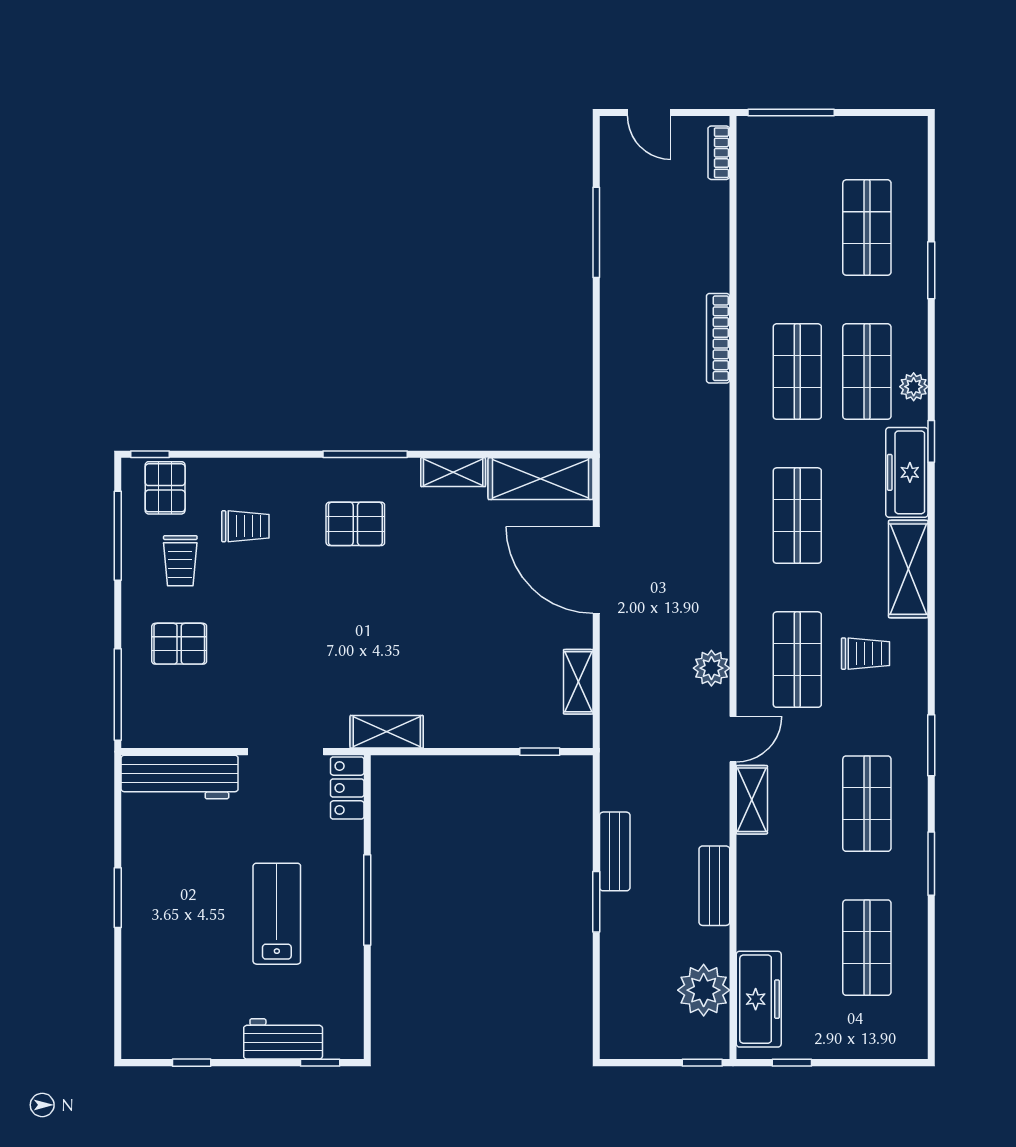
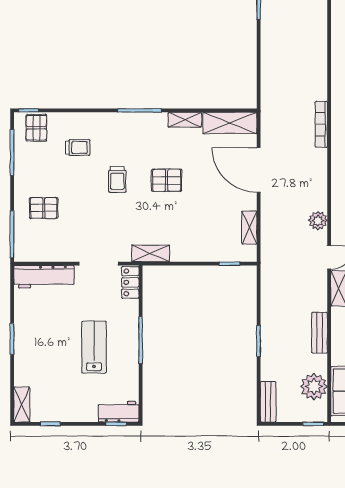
bookcase: (718, 338) -> (321, 124), moved
pallet: (355, 524) -> (167, 180), moved
trolley: (180, 561) -> (117, 179), moved
bench: (615, 851) -> (268, 402), moved
shelving: (137, 1025) -> (22, 404), added
workbench: (283, 1039) -> (119, 412), moved

